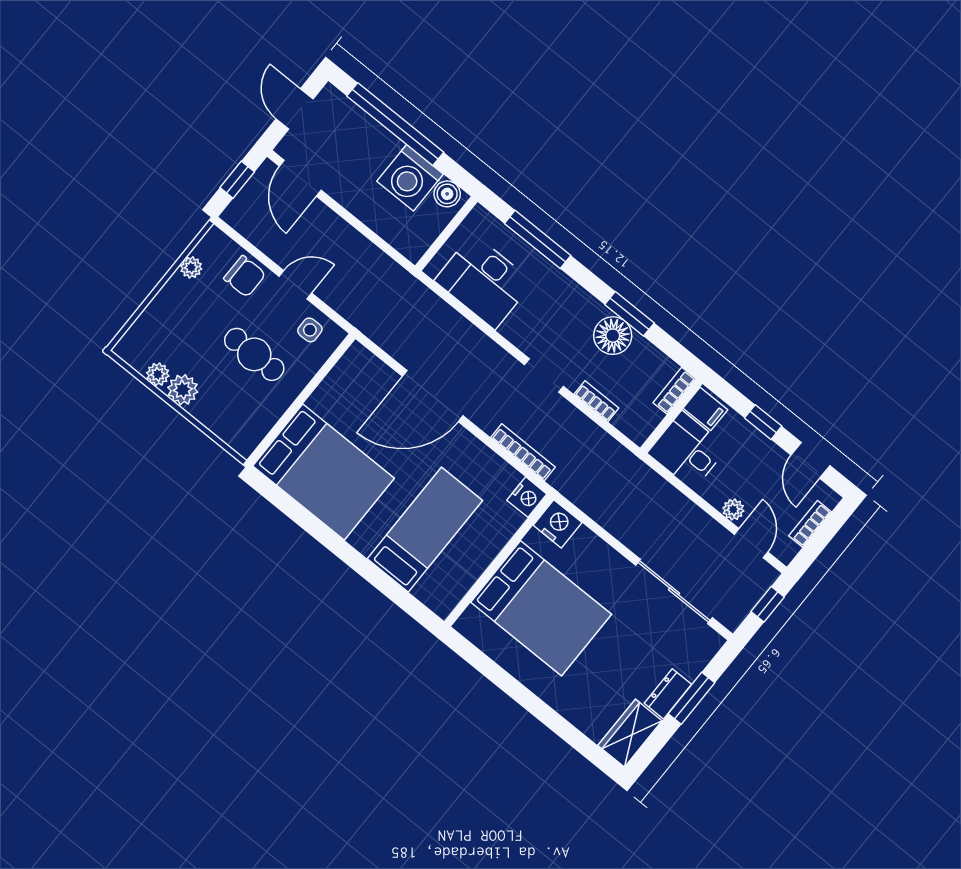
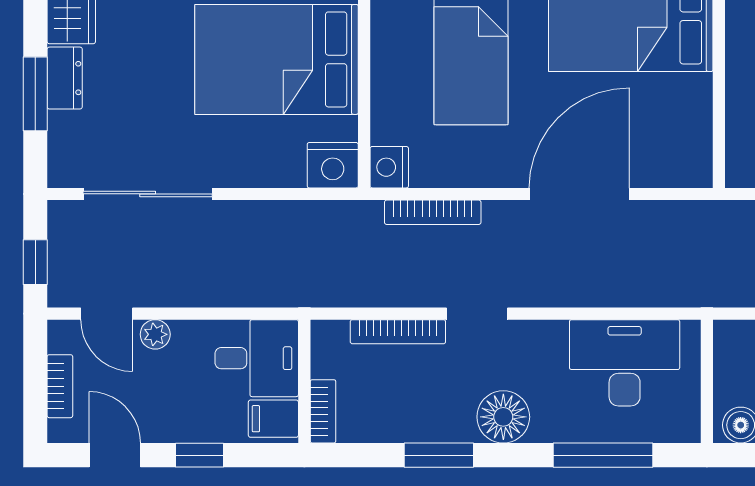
floor lamp: (613, 336) -> (503, 417), moved
bookcase: (596, 401) -> (398, 332), width x1.56

